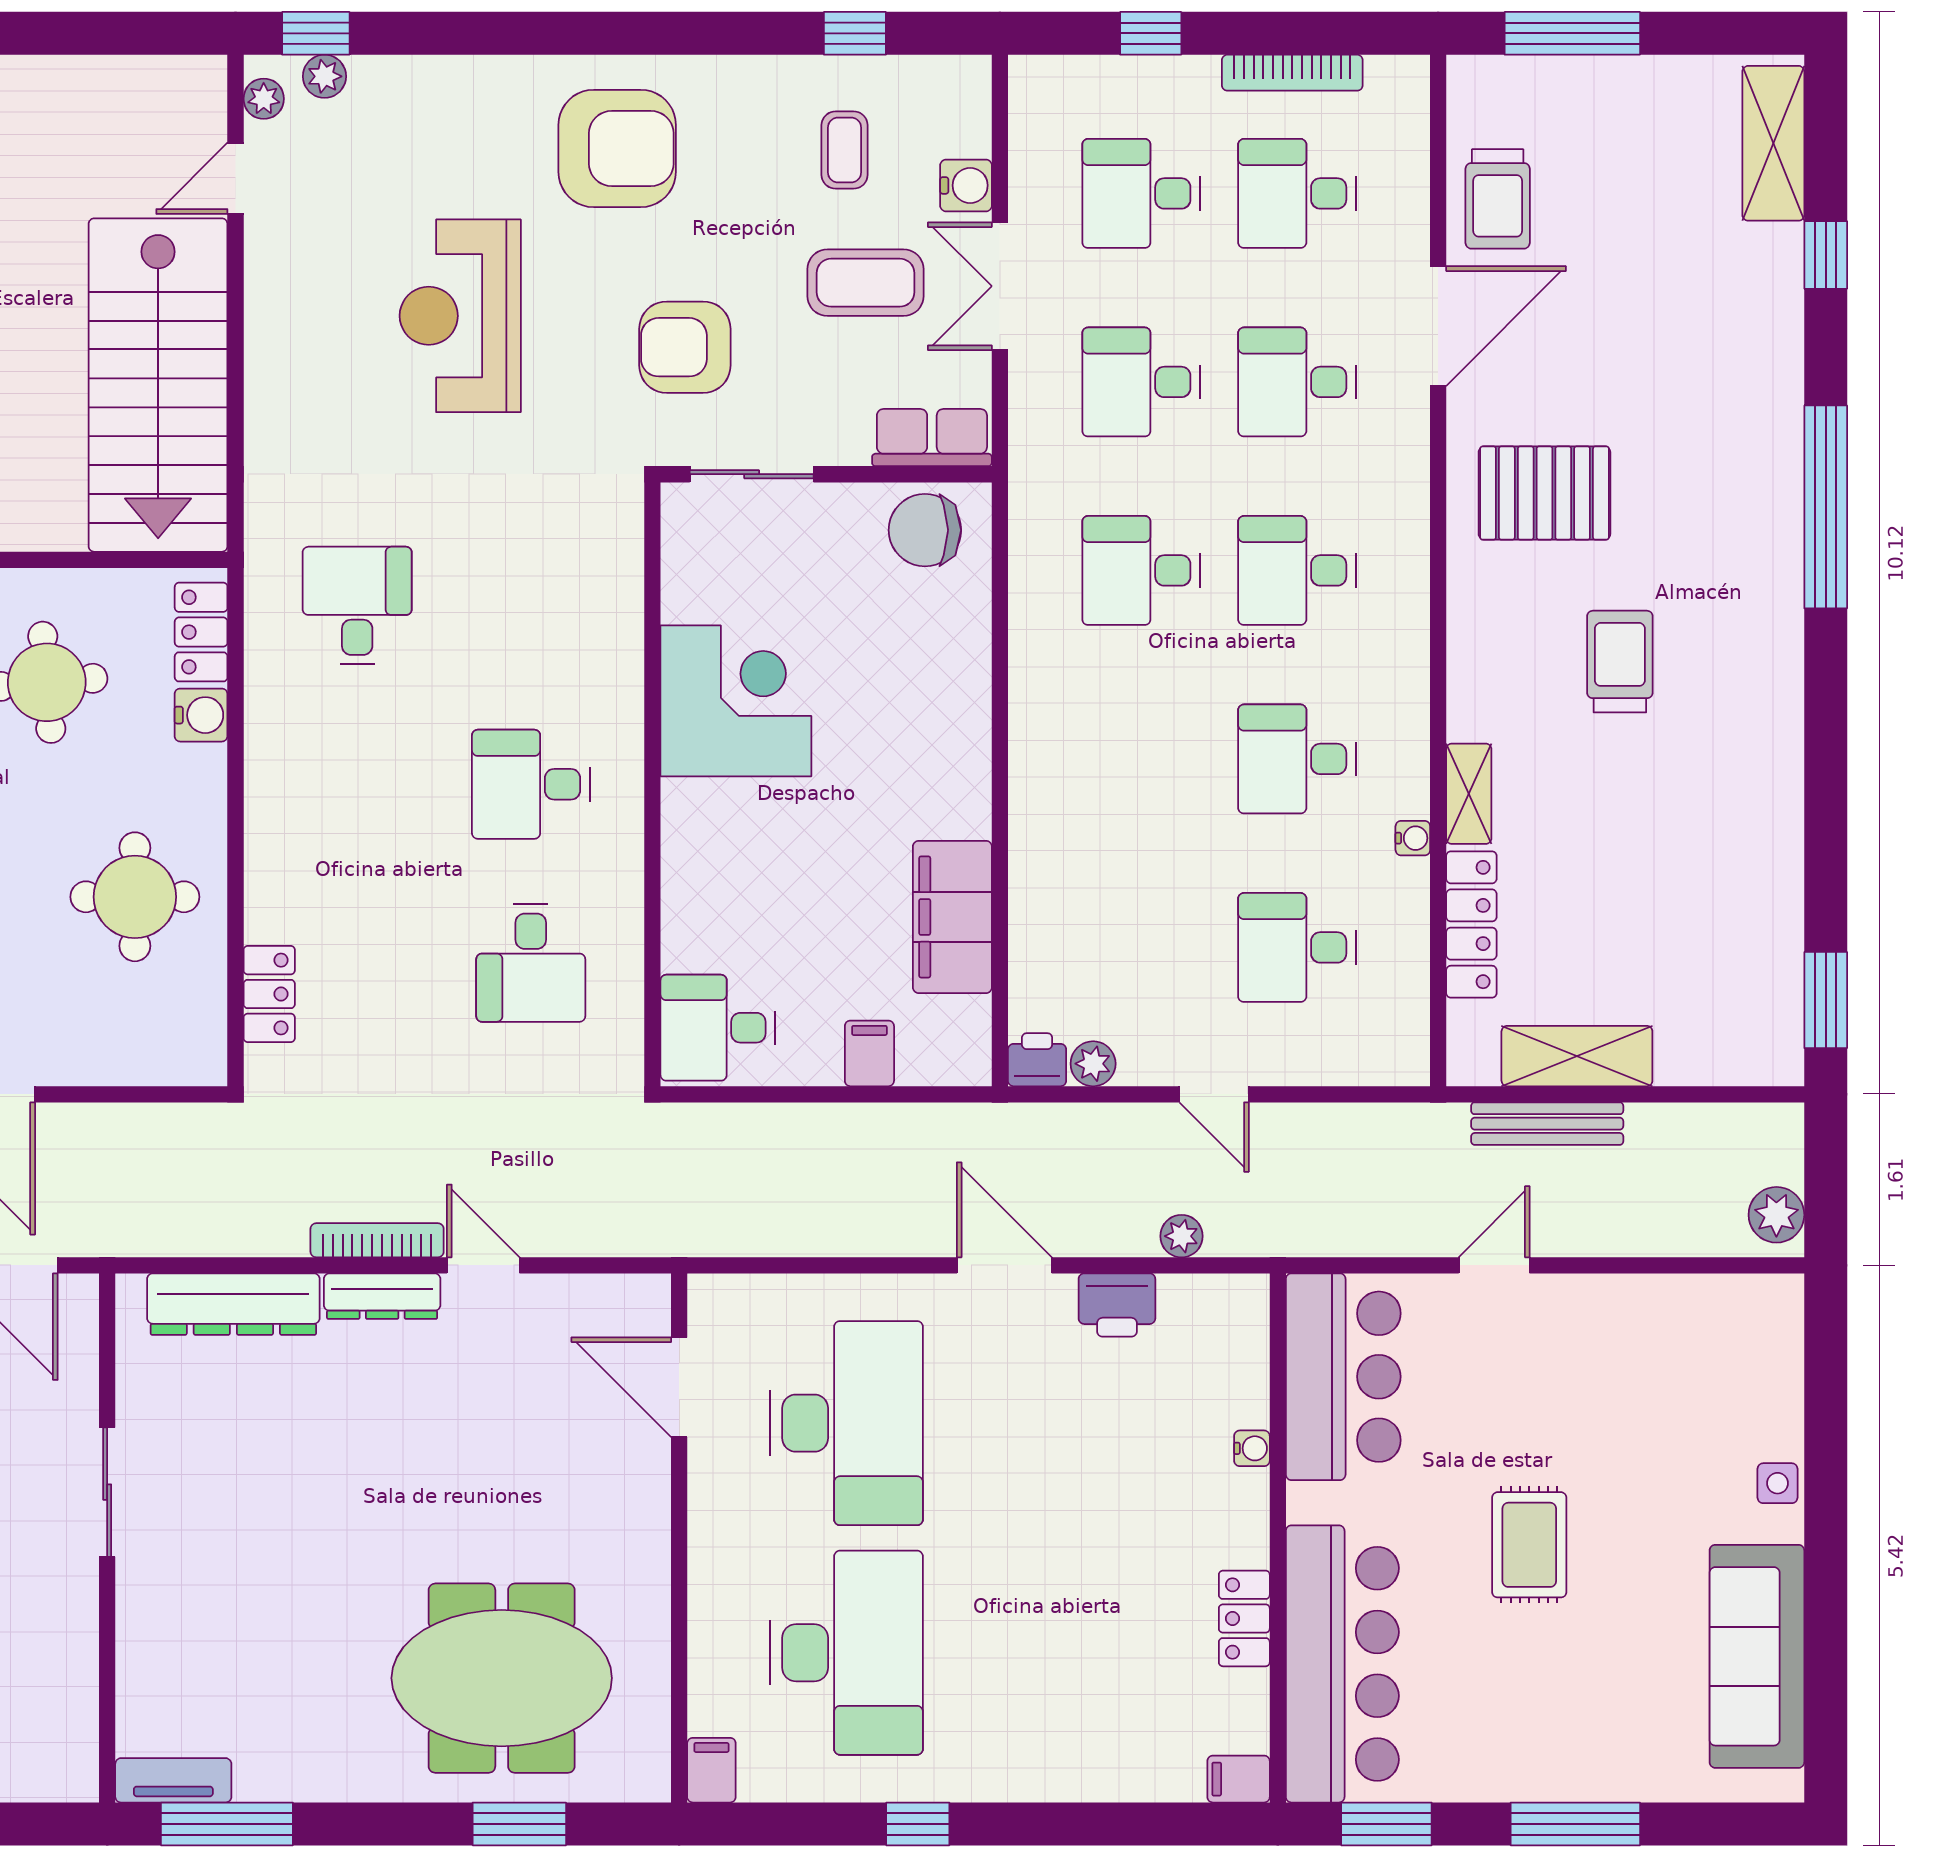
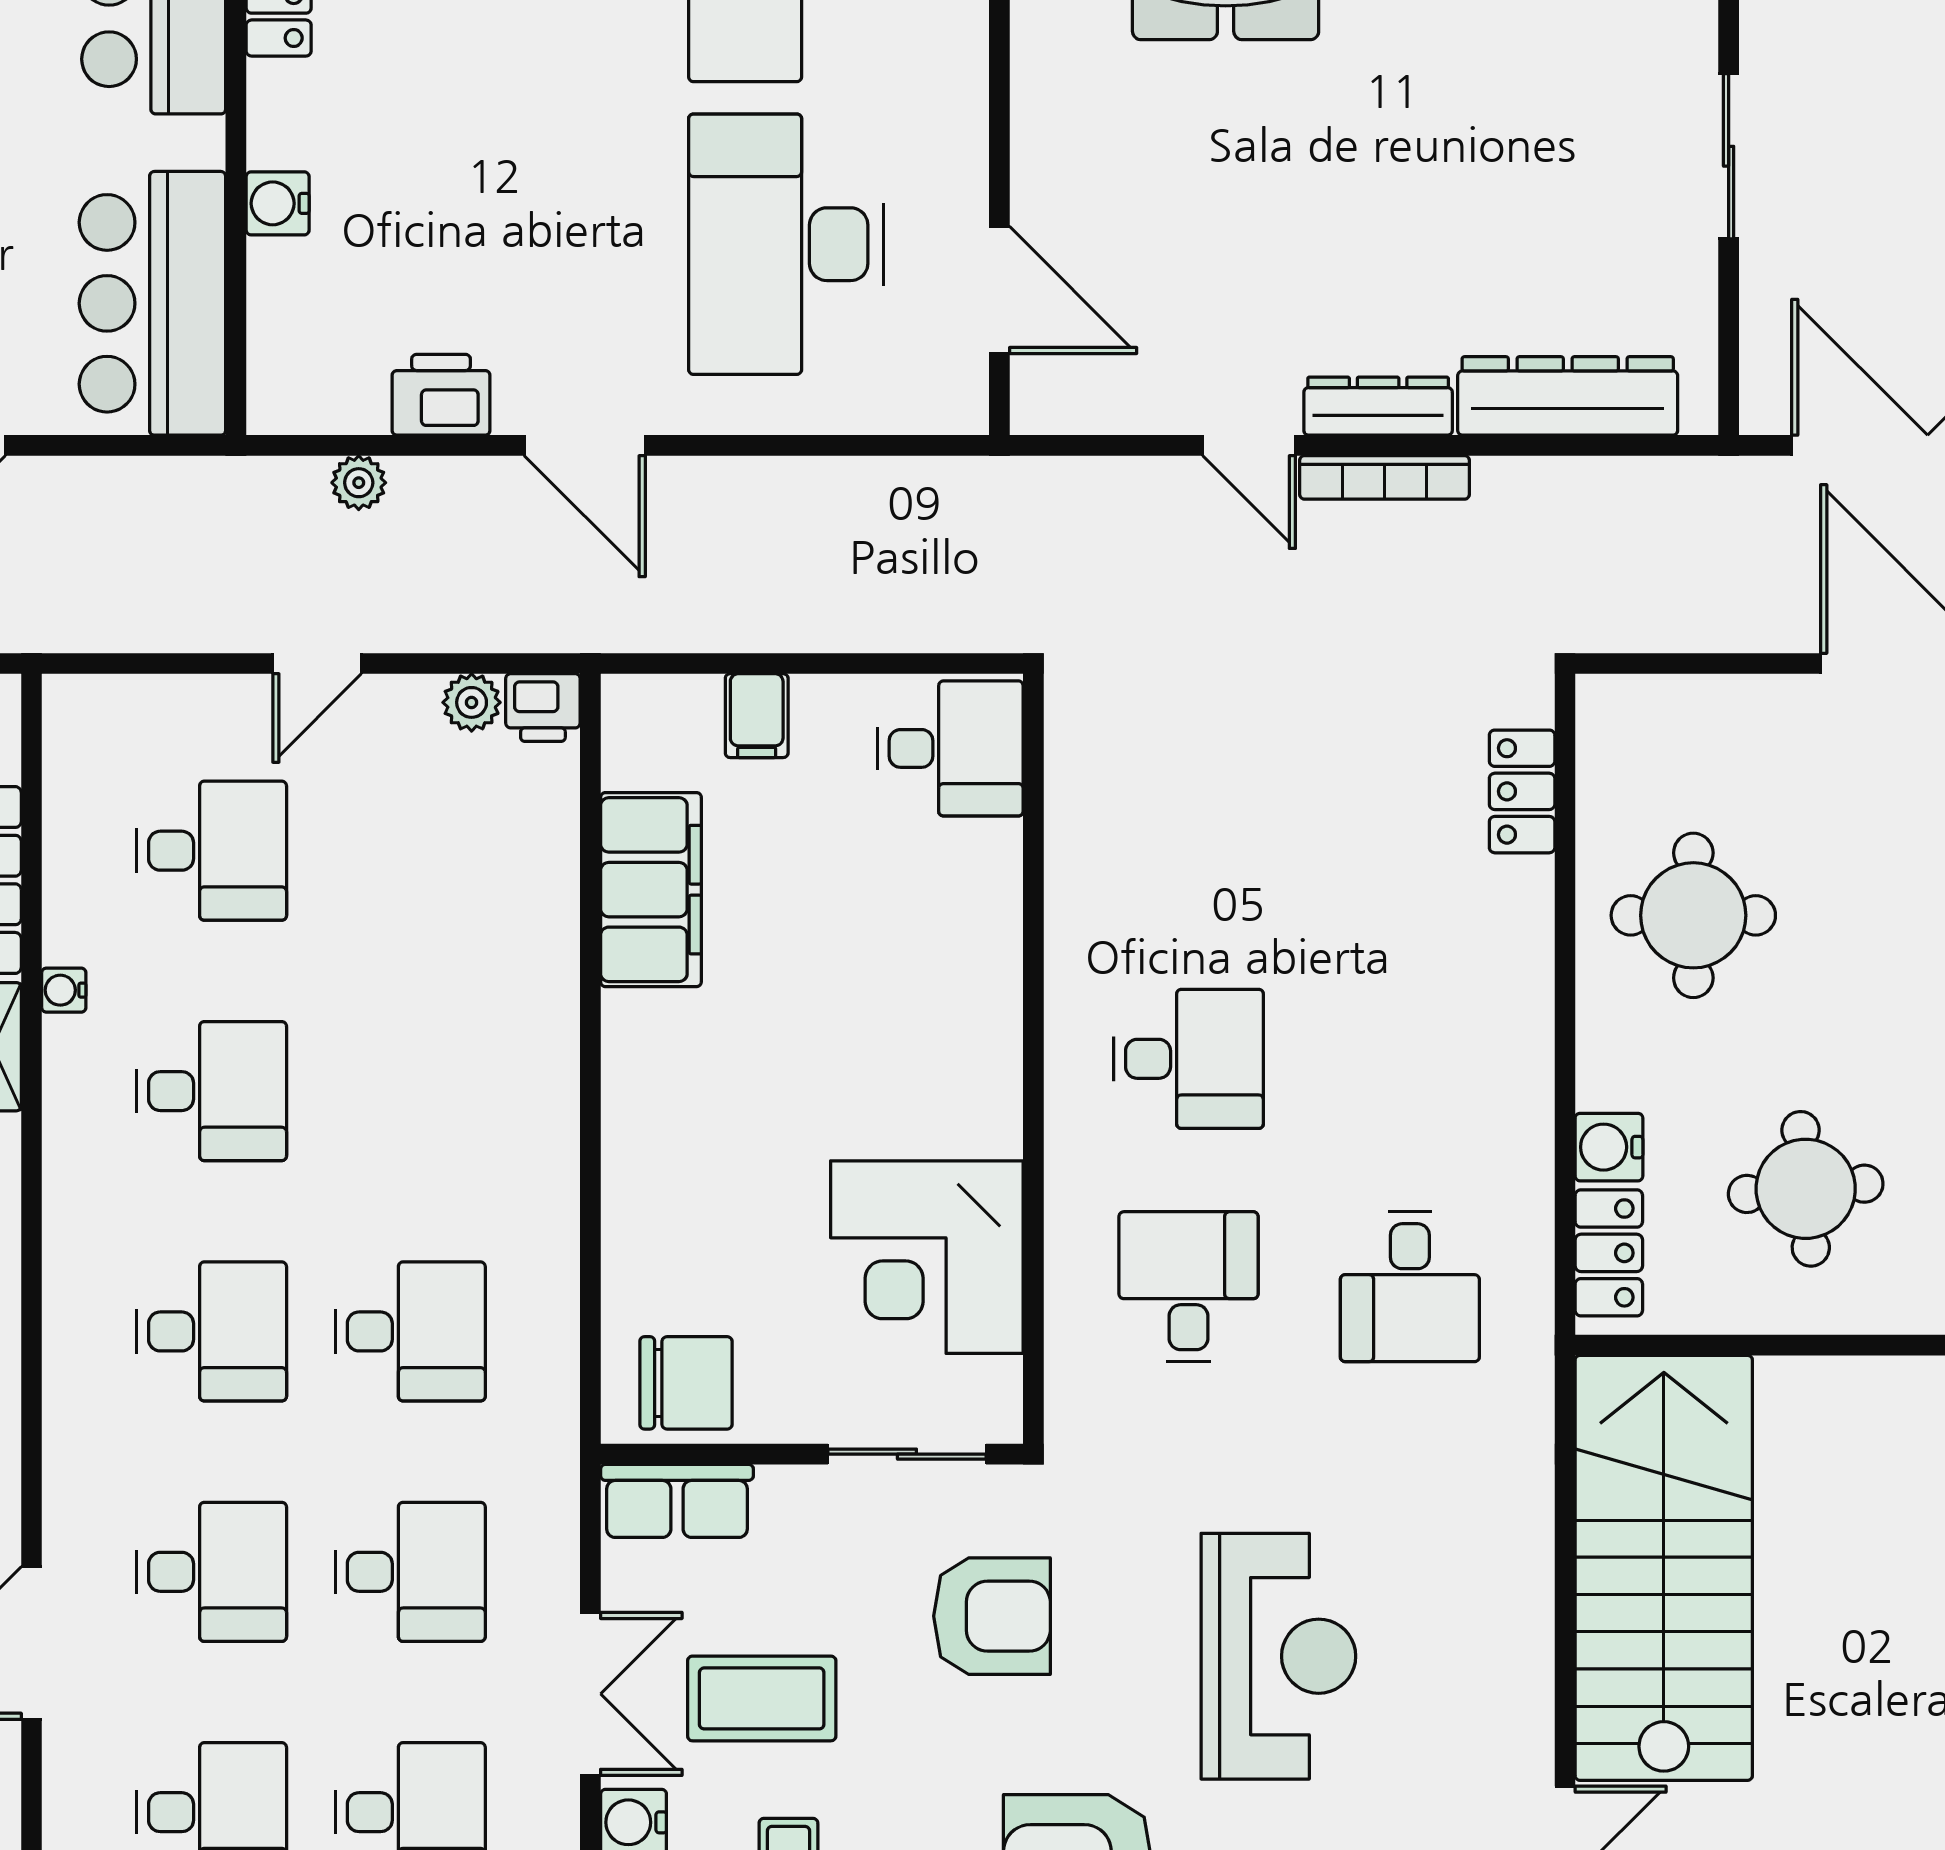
corner desk: (736, 701) -> (927, 1257), moved
desk: (531, 963) -> (1189, 1287), moved
door: (1214, 1094) -> (317, 664), swing flipped
water cooler: (1252, 1448) -> (278, 203), width x1.38, depth x1.38

